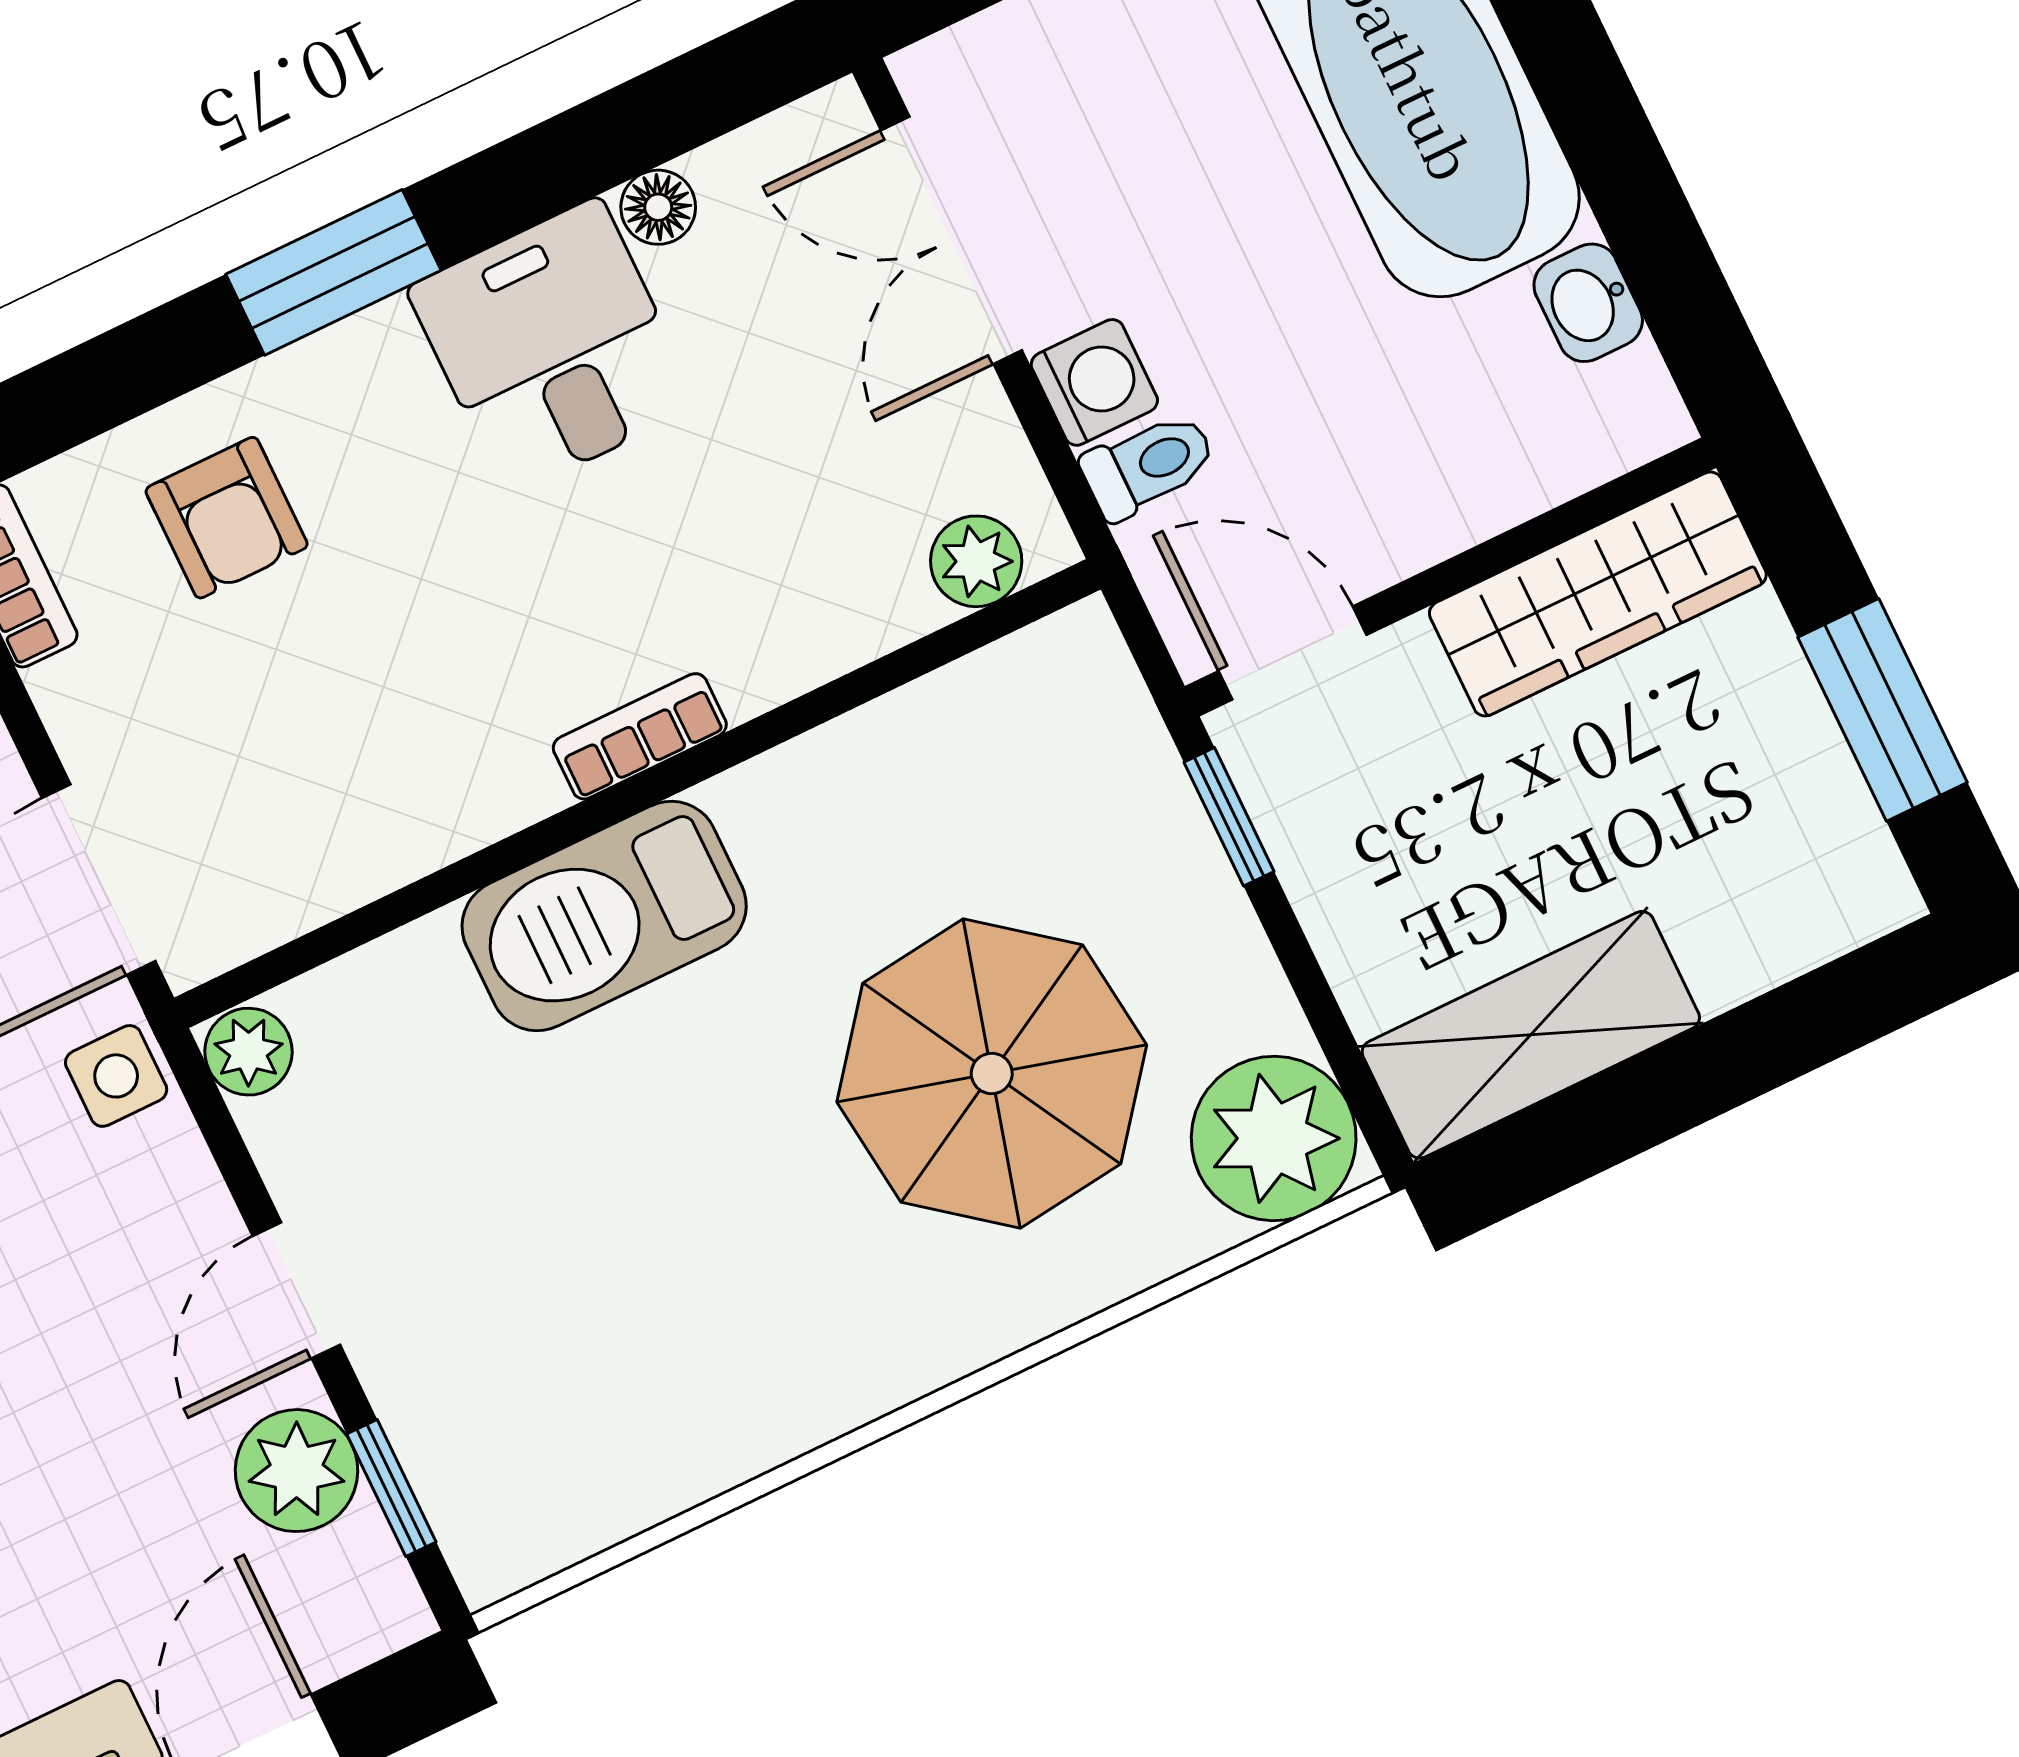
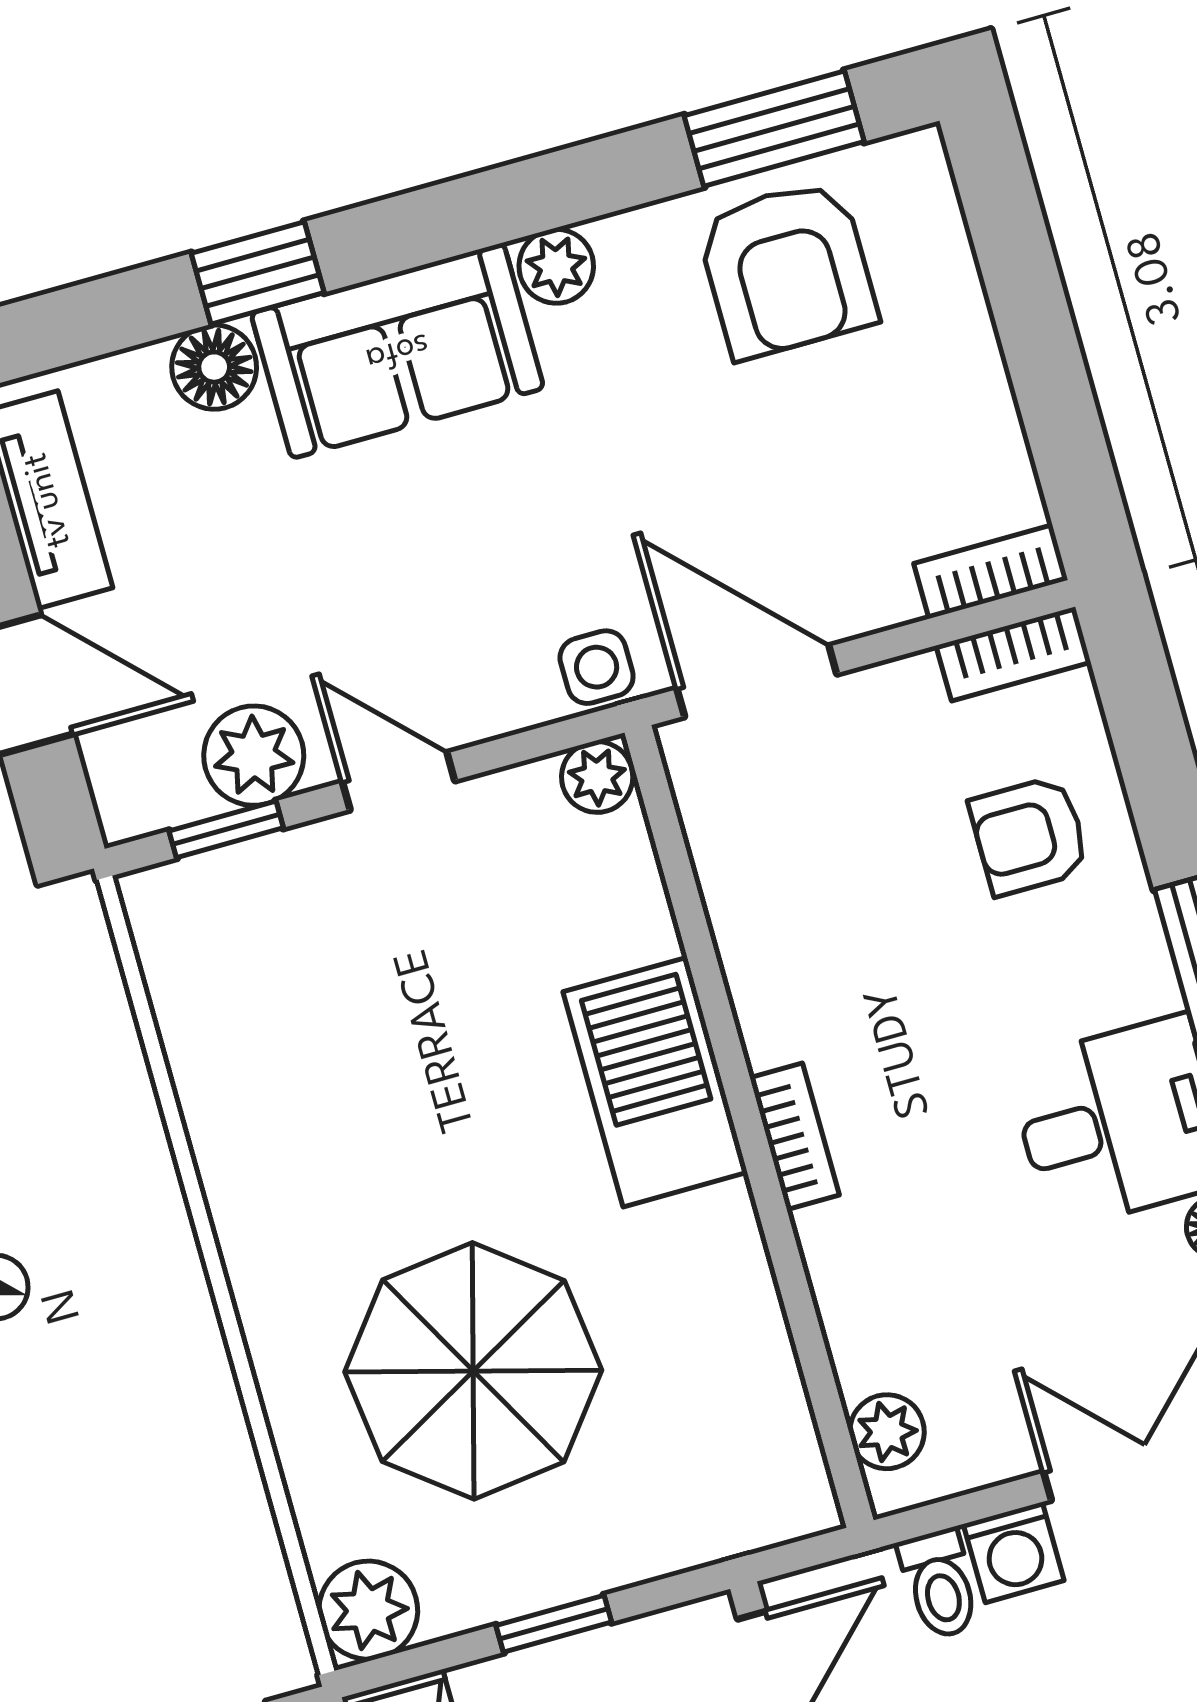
window: (1229, 817) -> (554, 1624), moved
plant: (1274, 1138) -> (368, 1610), width x0.73, depth x0.73

